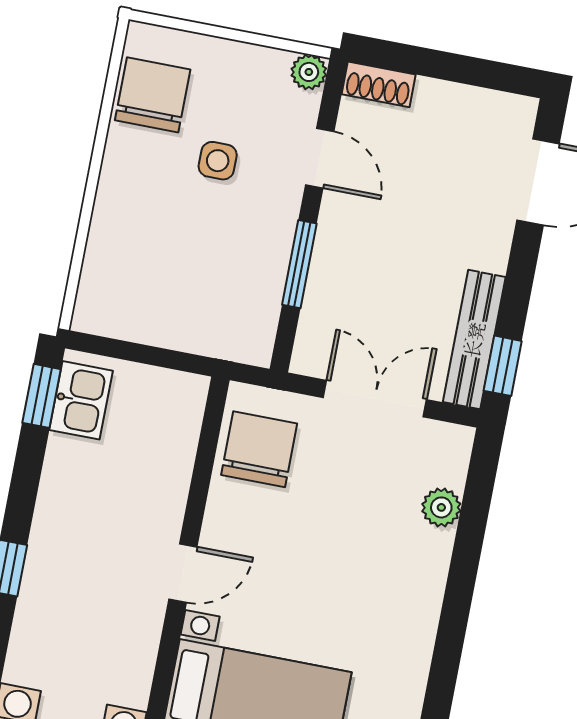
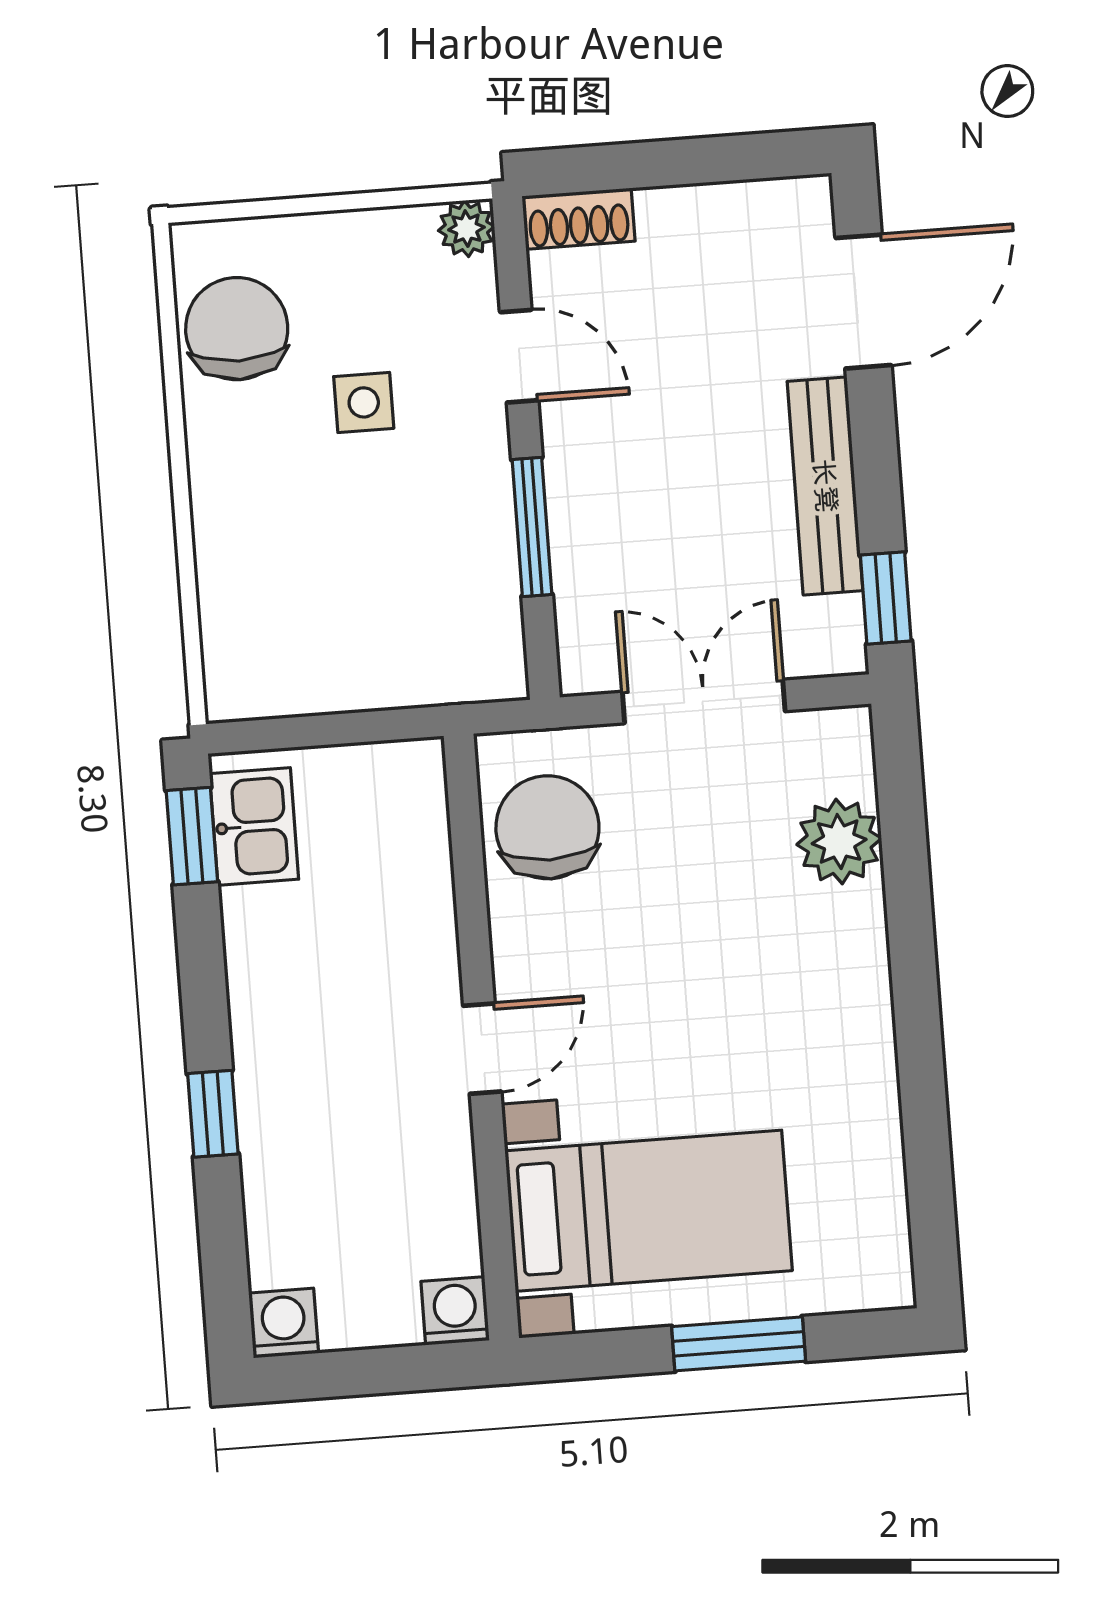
bench: (474, 340) -> (825, 486), moved
plant: (441, 507) -> (839, 841), width x1.38, depth x1.38

